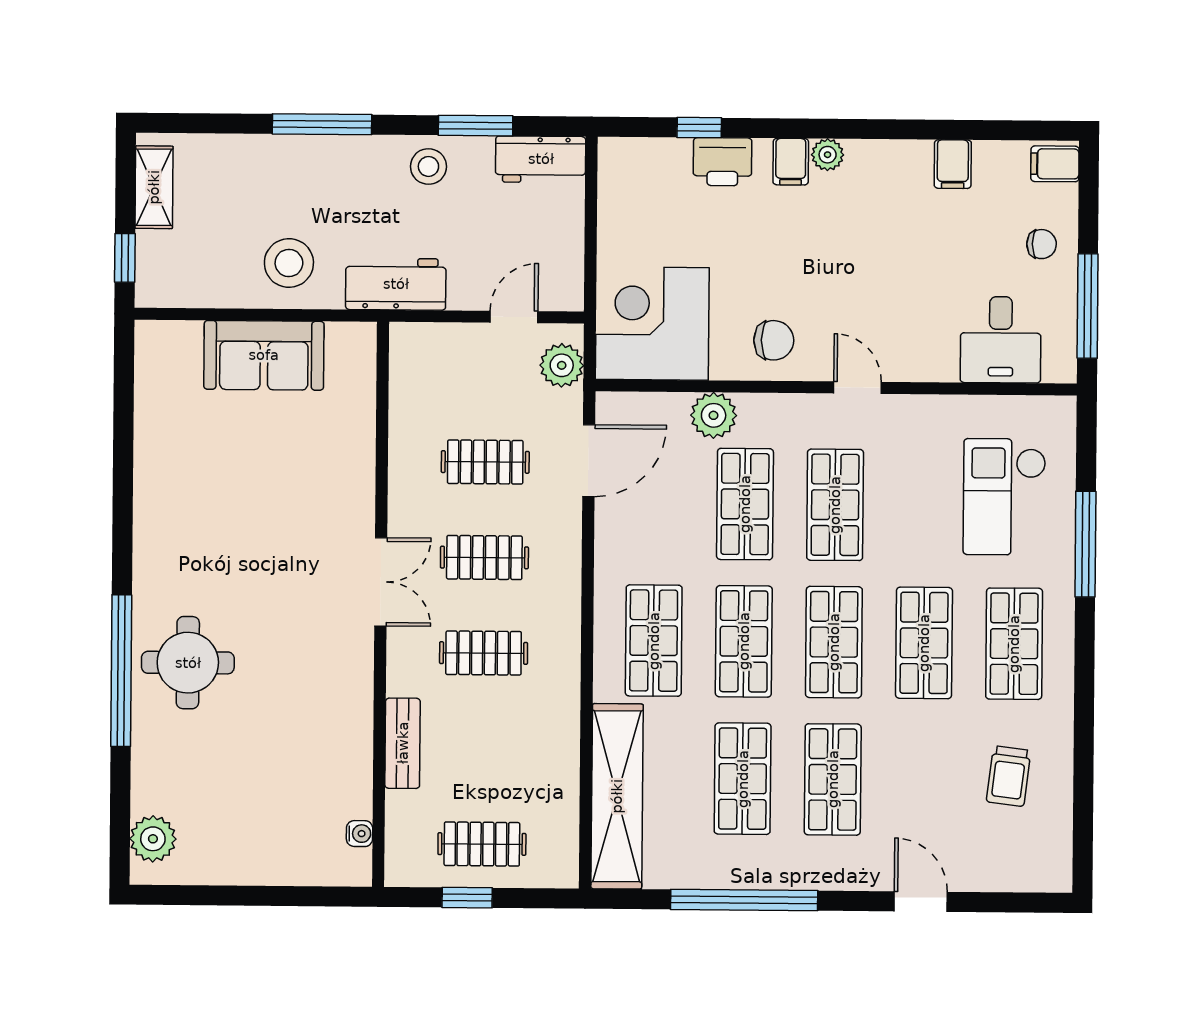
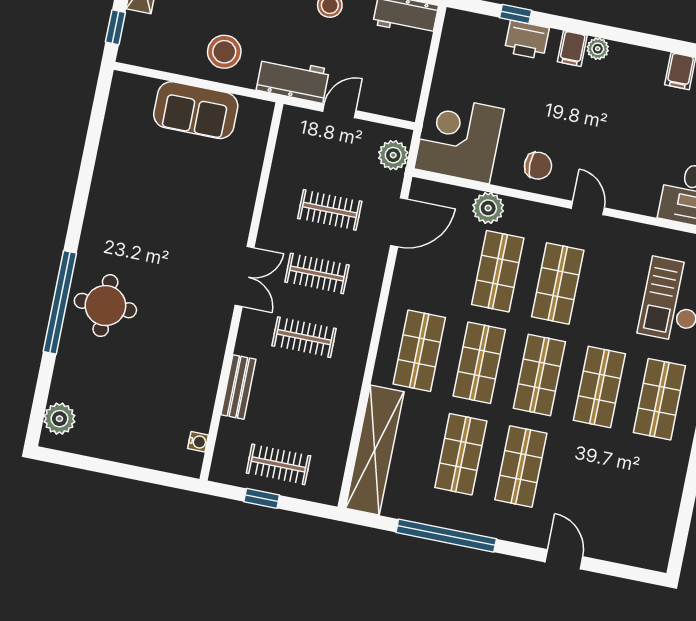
door: (514, 317) -> (339, 111), moved
trolley: (1009, 776) -> (639, 487), removed

